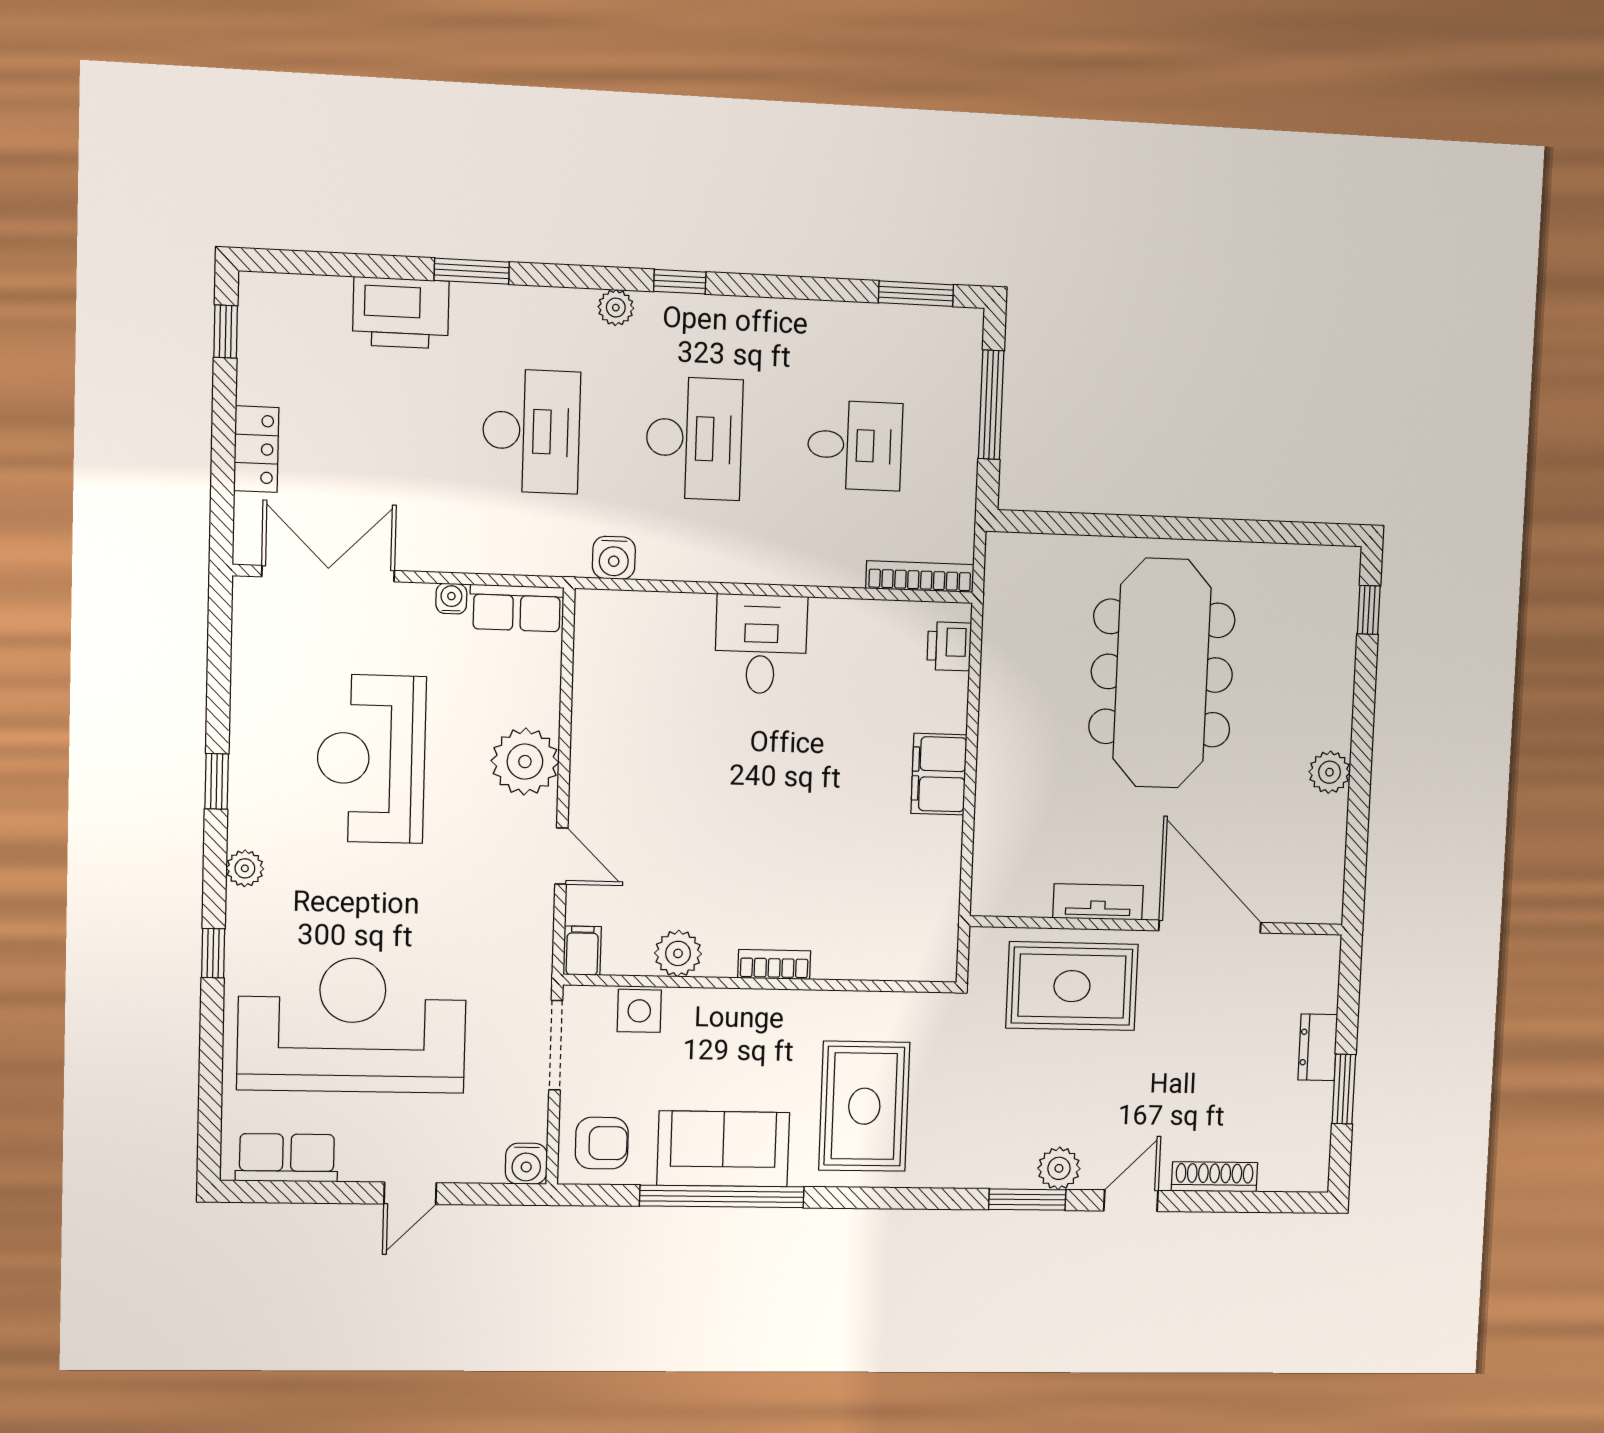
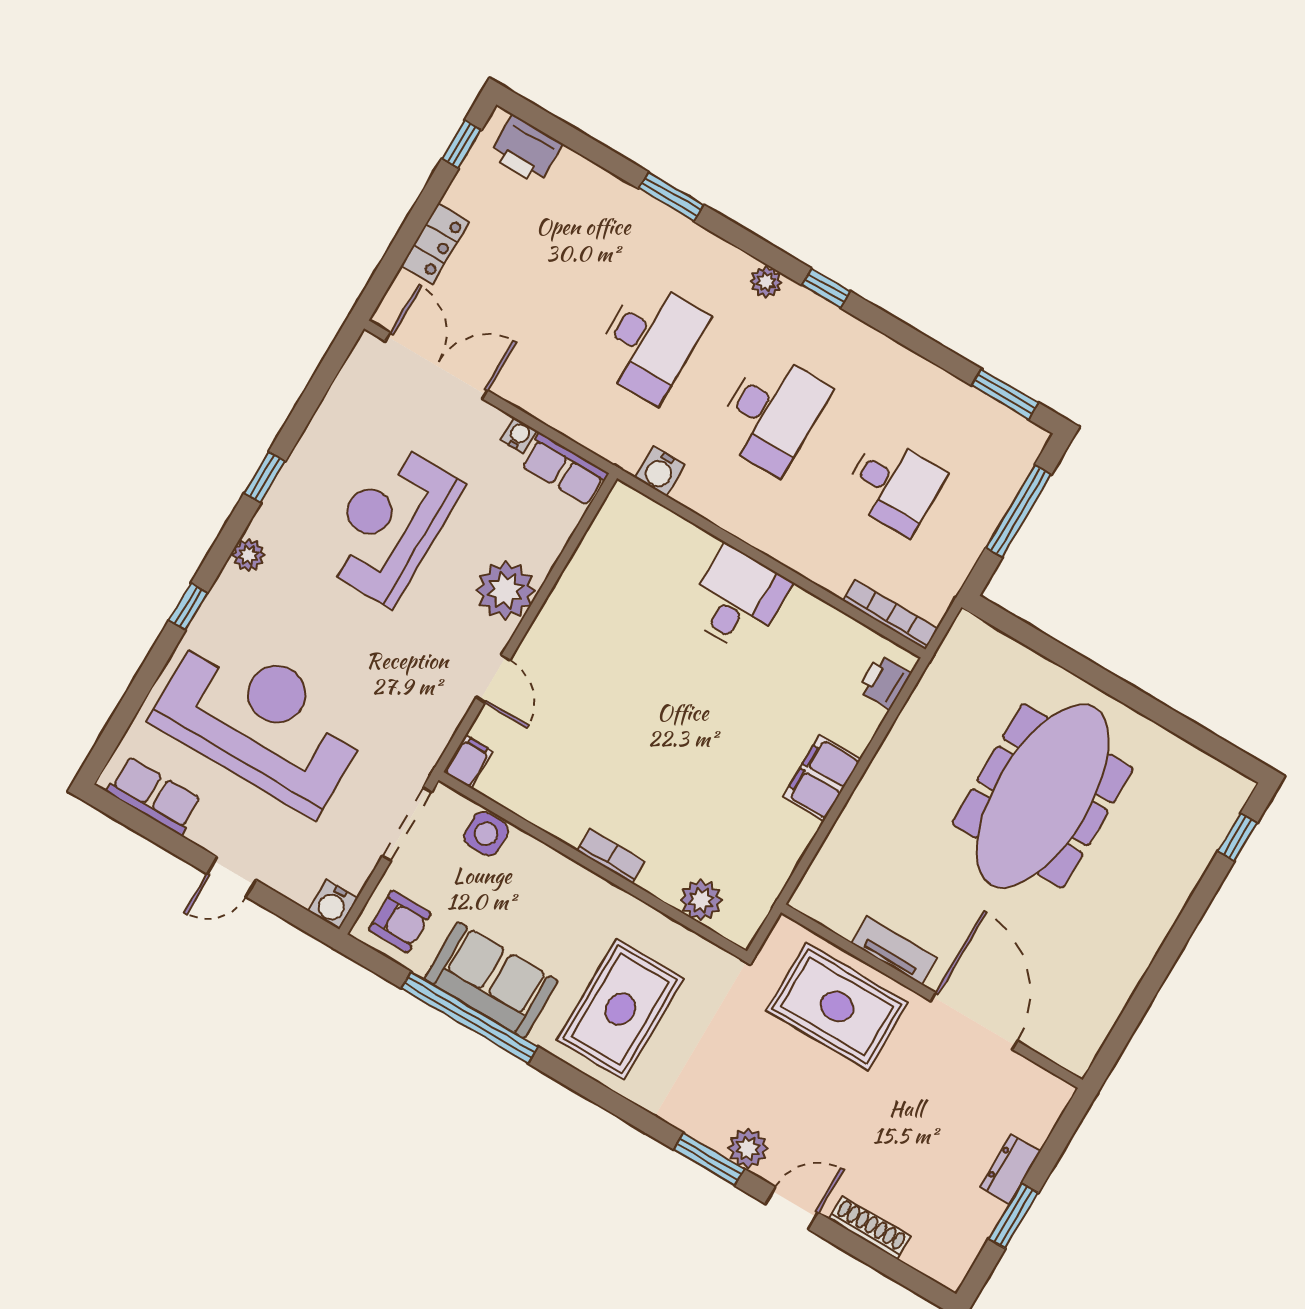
printer: (401, 313) -> (526, 150), moved, width x0.73, depth x0.84
plant: (1330, 772) -> (1137, 950), removed
plant: (678, 953) -> (701, 900), moved

